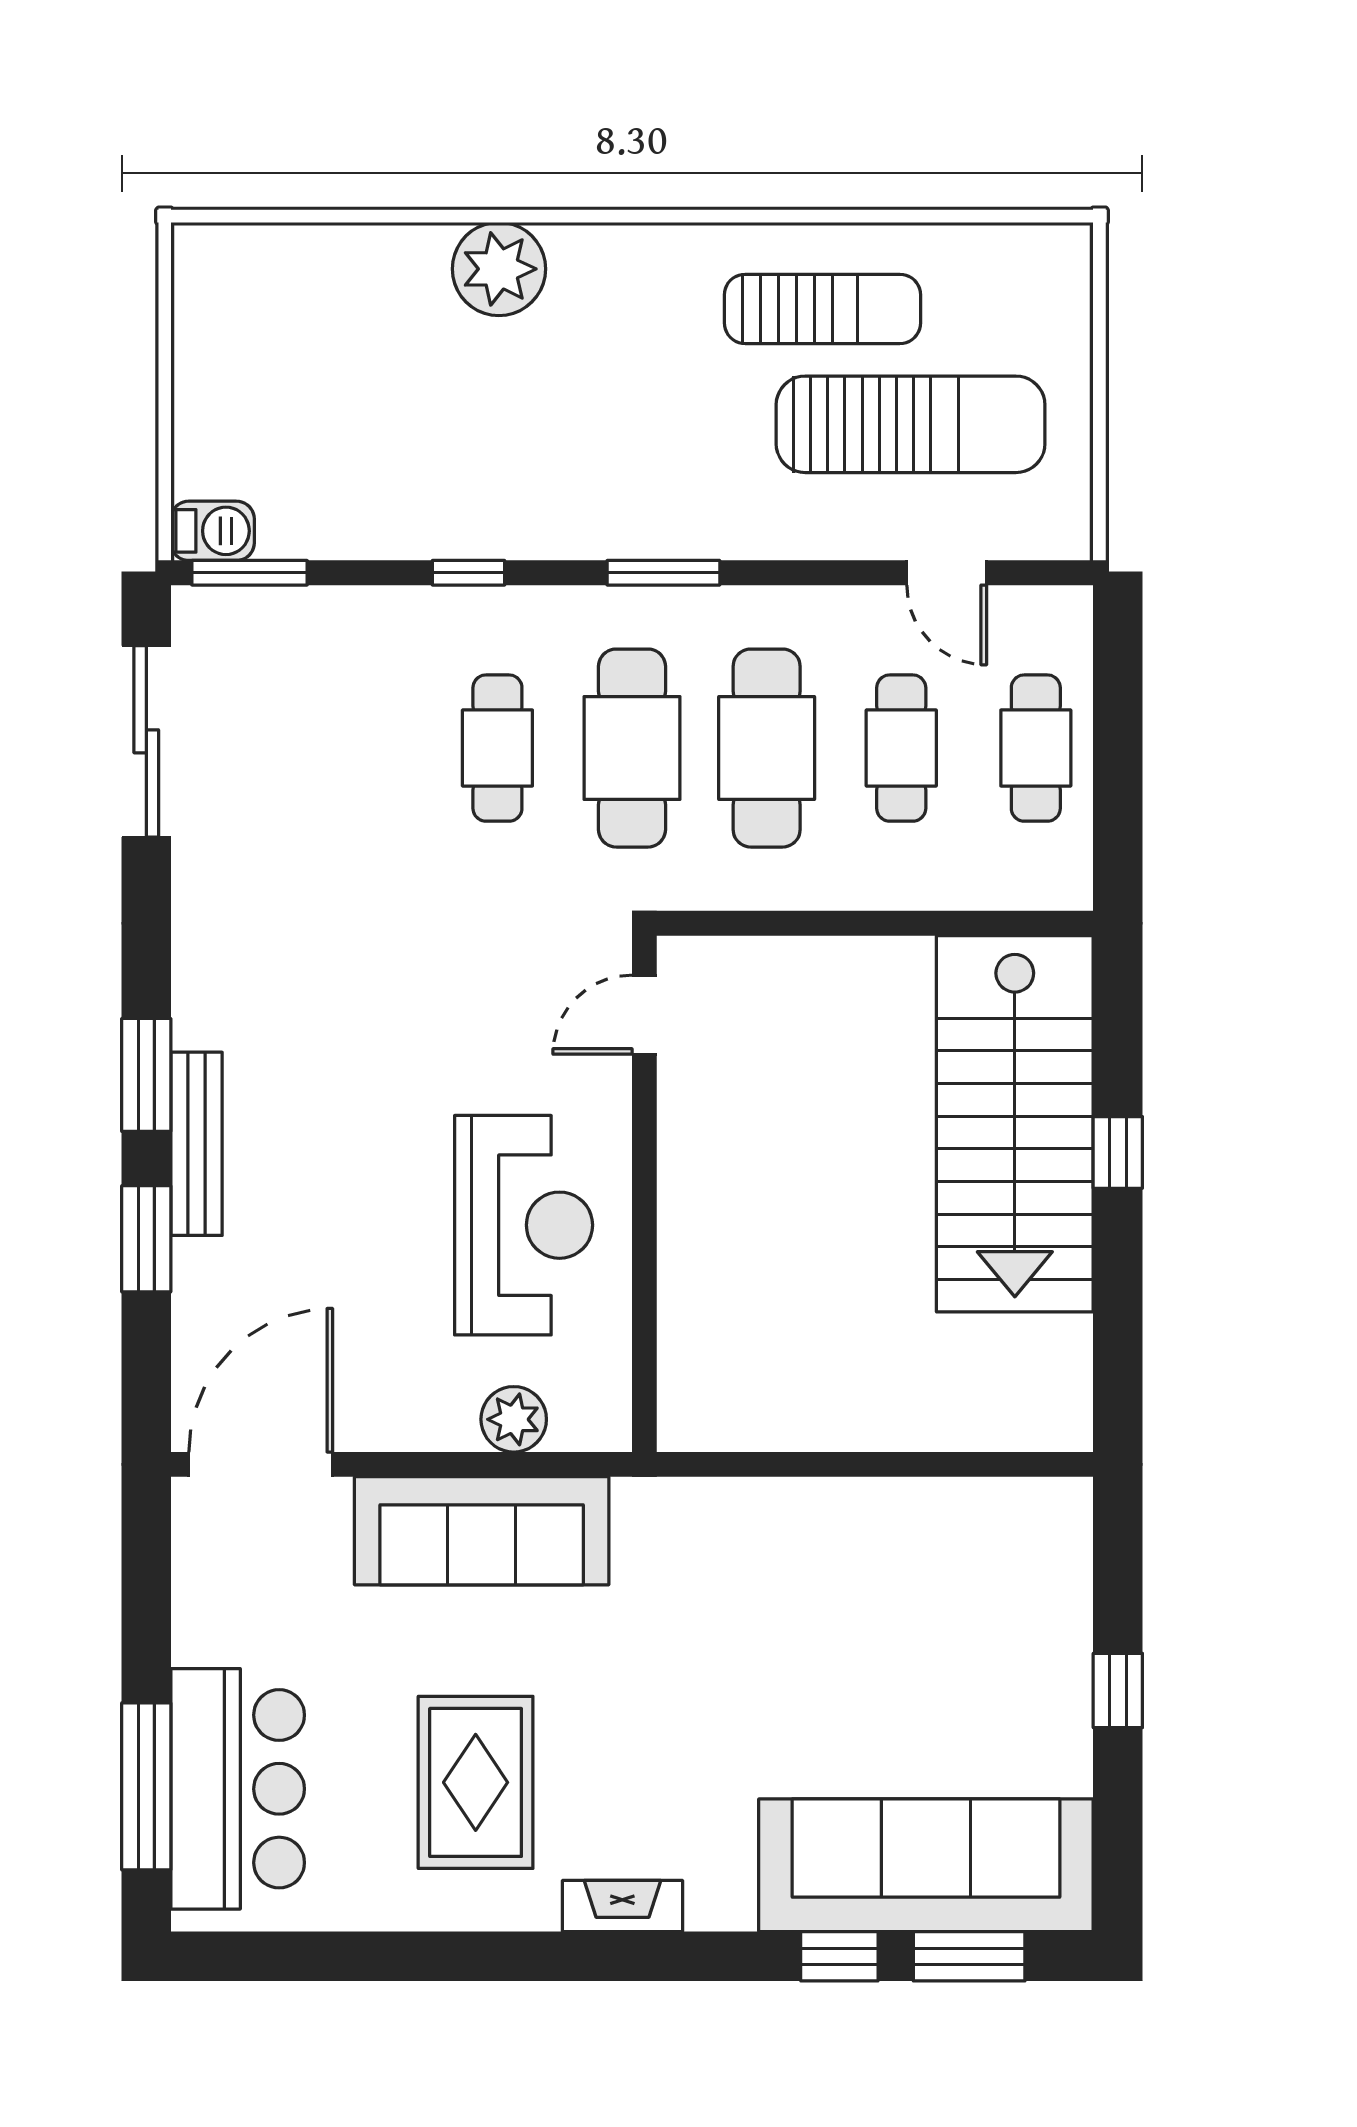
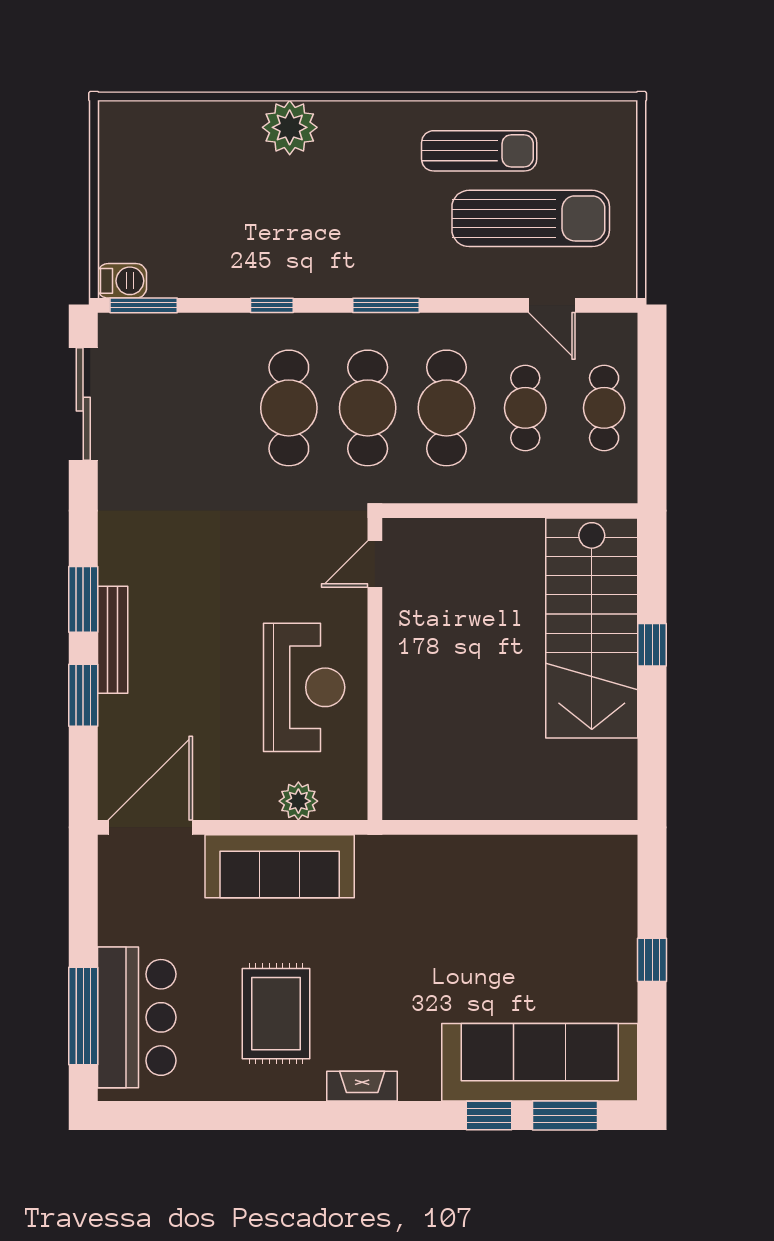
cafe table: (497, 748) -> (289, 408), width x1.37, depth x1.35

